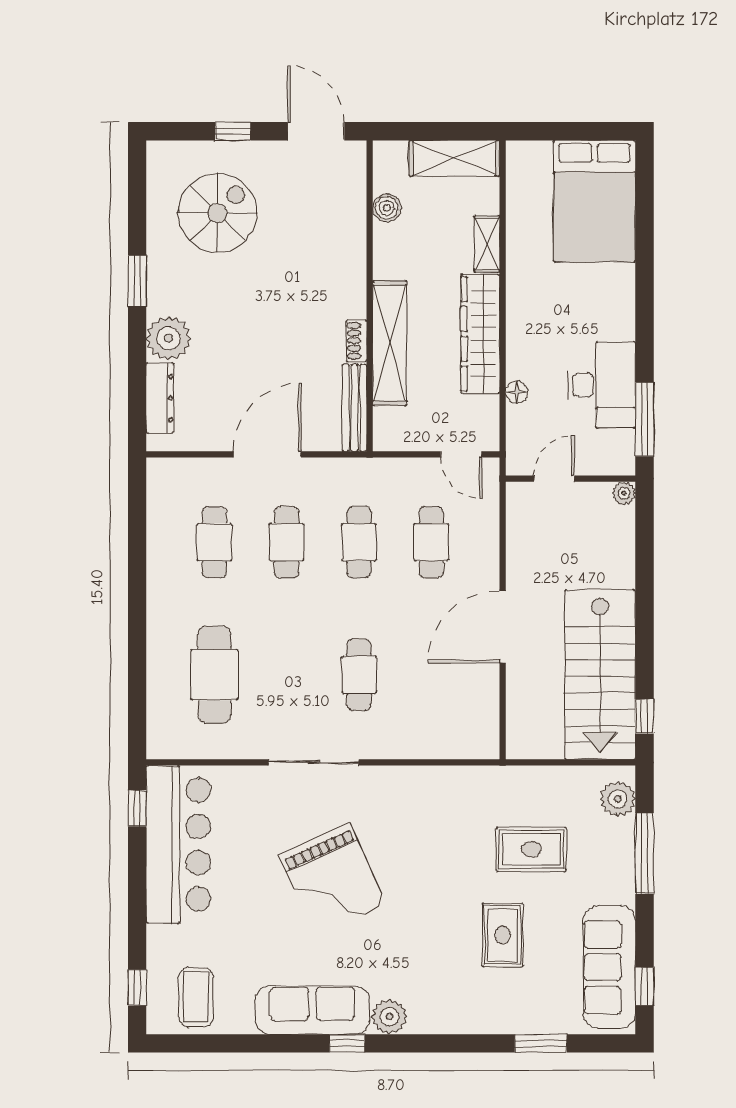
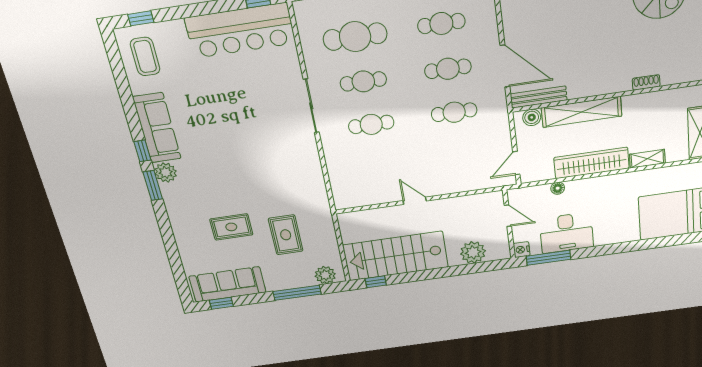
boiler: (387, 208) -> (532, 117), moved
shoe rack: (356, 341) -> (646, 82), moved
door: (267, 454) -> (505, 66), moved
nightstand: (621, 463) -> (522, 250), added
plant: (624, 493) -> (473, 252), moved, width x1.87, depth x1.87
cafe table: (431, 542) -> (363, 81), moved
door: (503, 627) -> (415, 201), width x0.53
grand piano: (333, 879) -> (241, 128), removed
coffee table: (196, 997) -> (145, 57), turned 90
window: (541, 1043) -> (153, 185), moved

